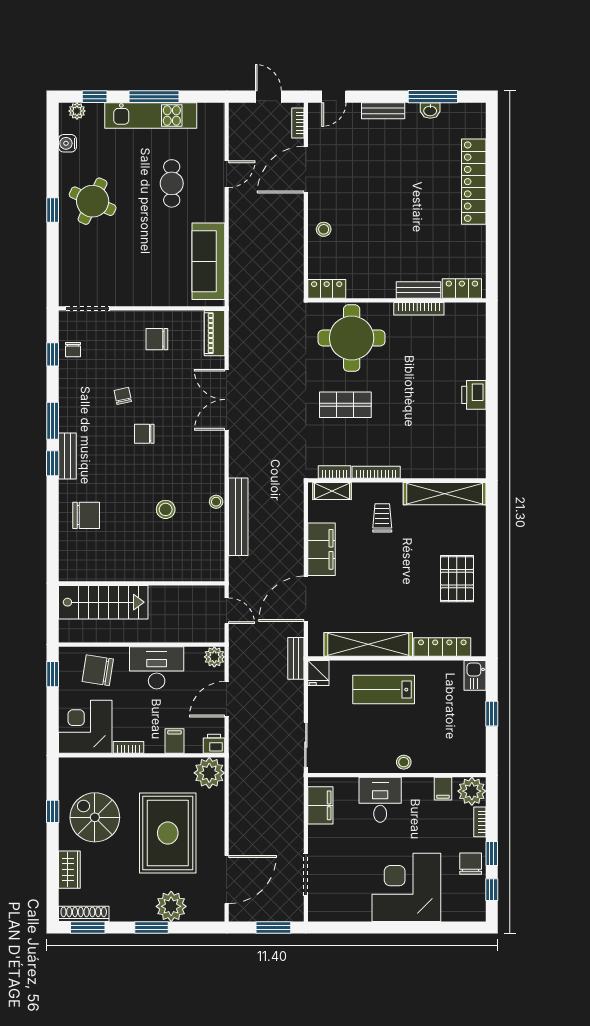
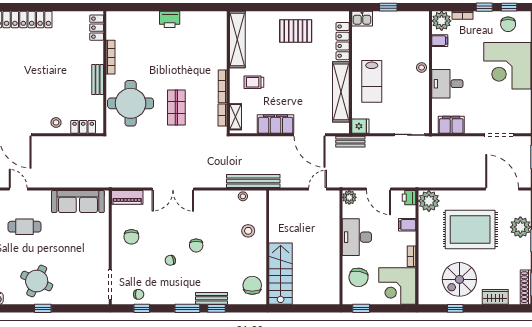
locker: (327, 289) -> (83, 127), moved, turned 90
bench: (419, 290) -> (98, 80), moved
wall: (142, 583) -> (268, 247), moved
stairs: (103, 602) -> (281, 274), moved
chair: (471, 864) -> (508, 24), moved, turned -90

